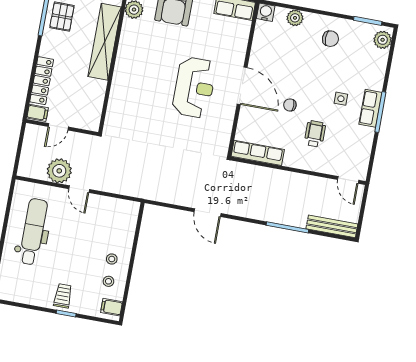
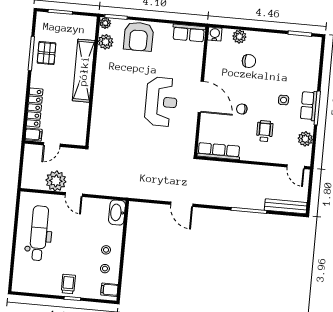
chair: (330, 39) -> (249, 61), moved
plant: (383, 40) -> (305, 139), moved
washbasin: (129, 215) -> (117, 212), added

